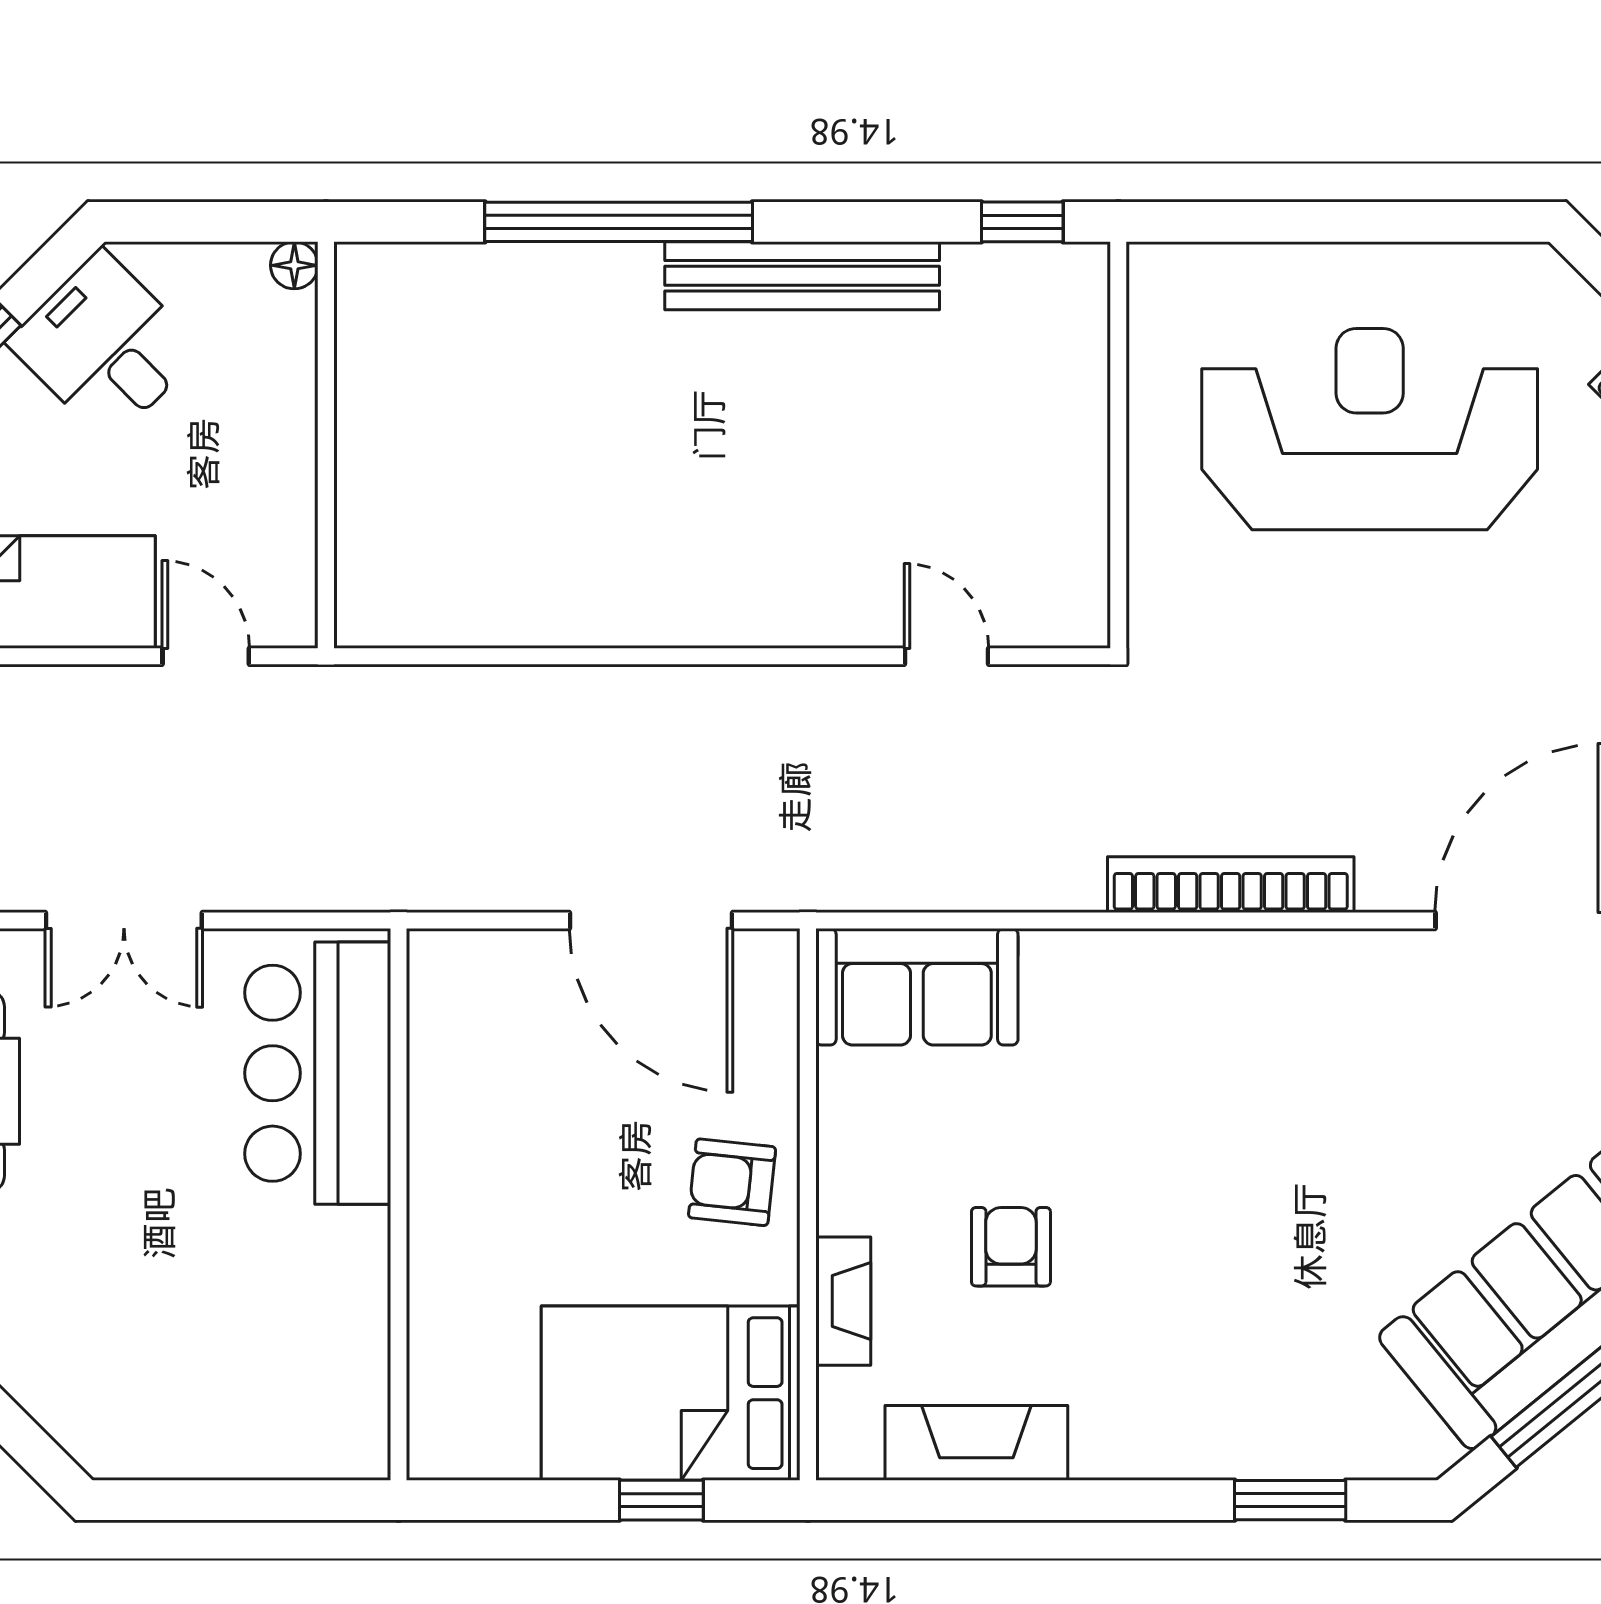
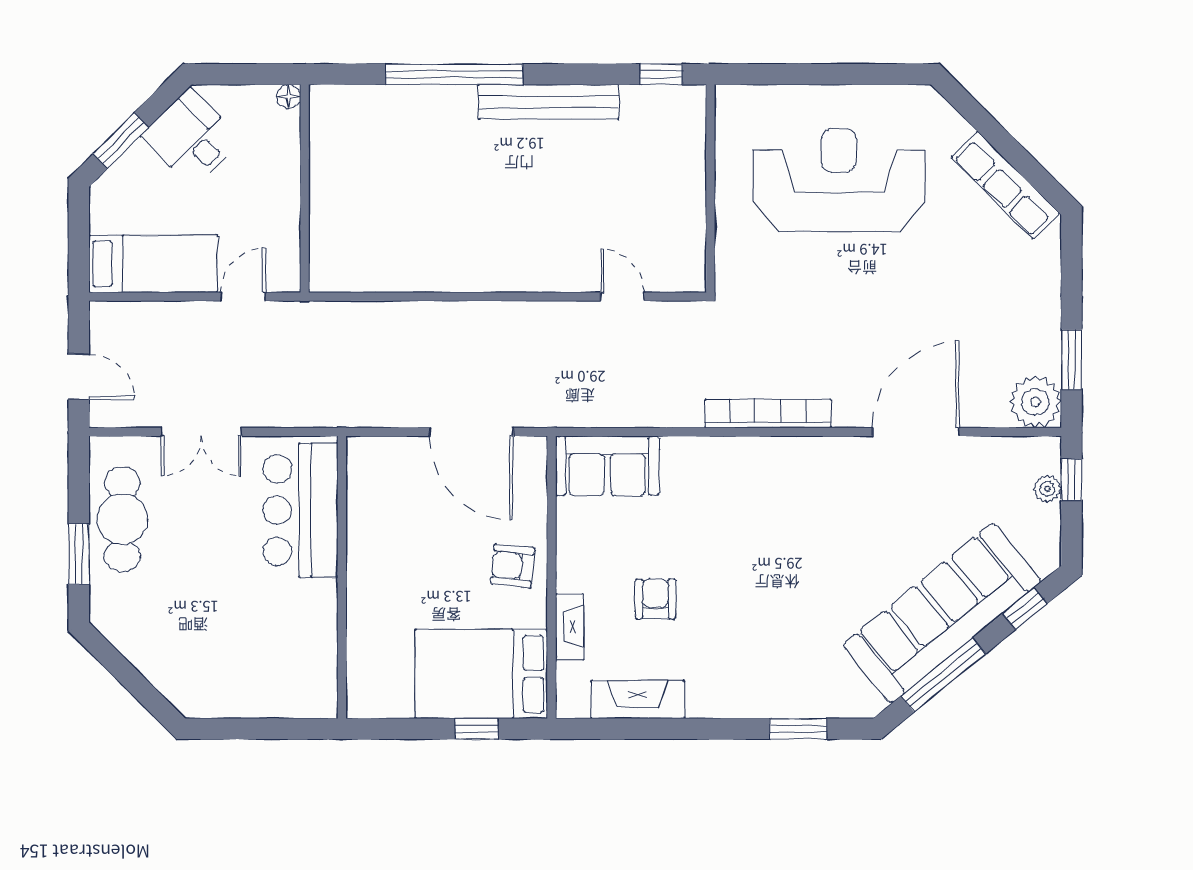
door: (206, 656) -> (243, 297), hinge flipped

